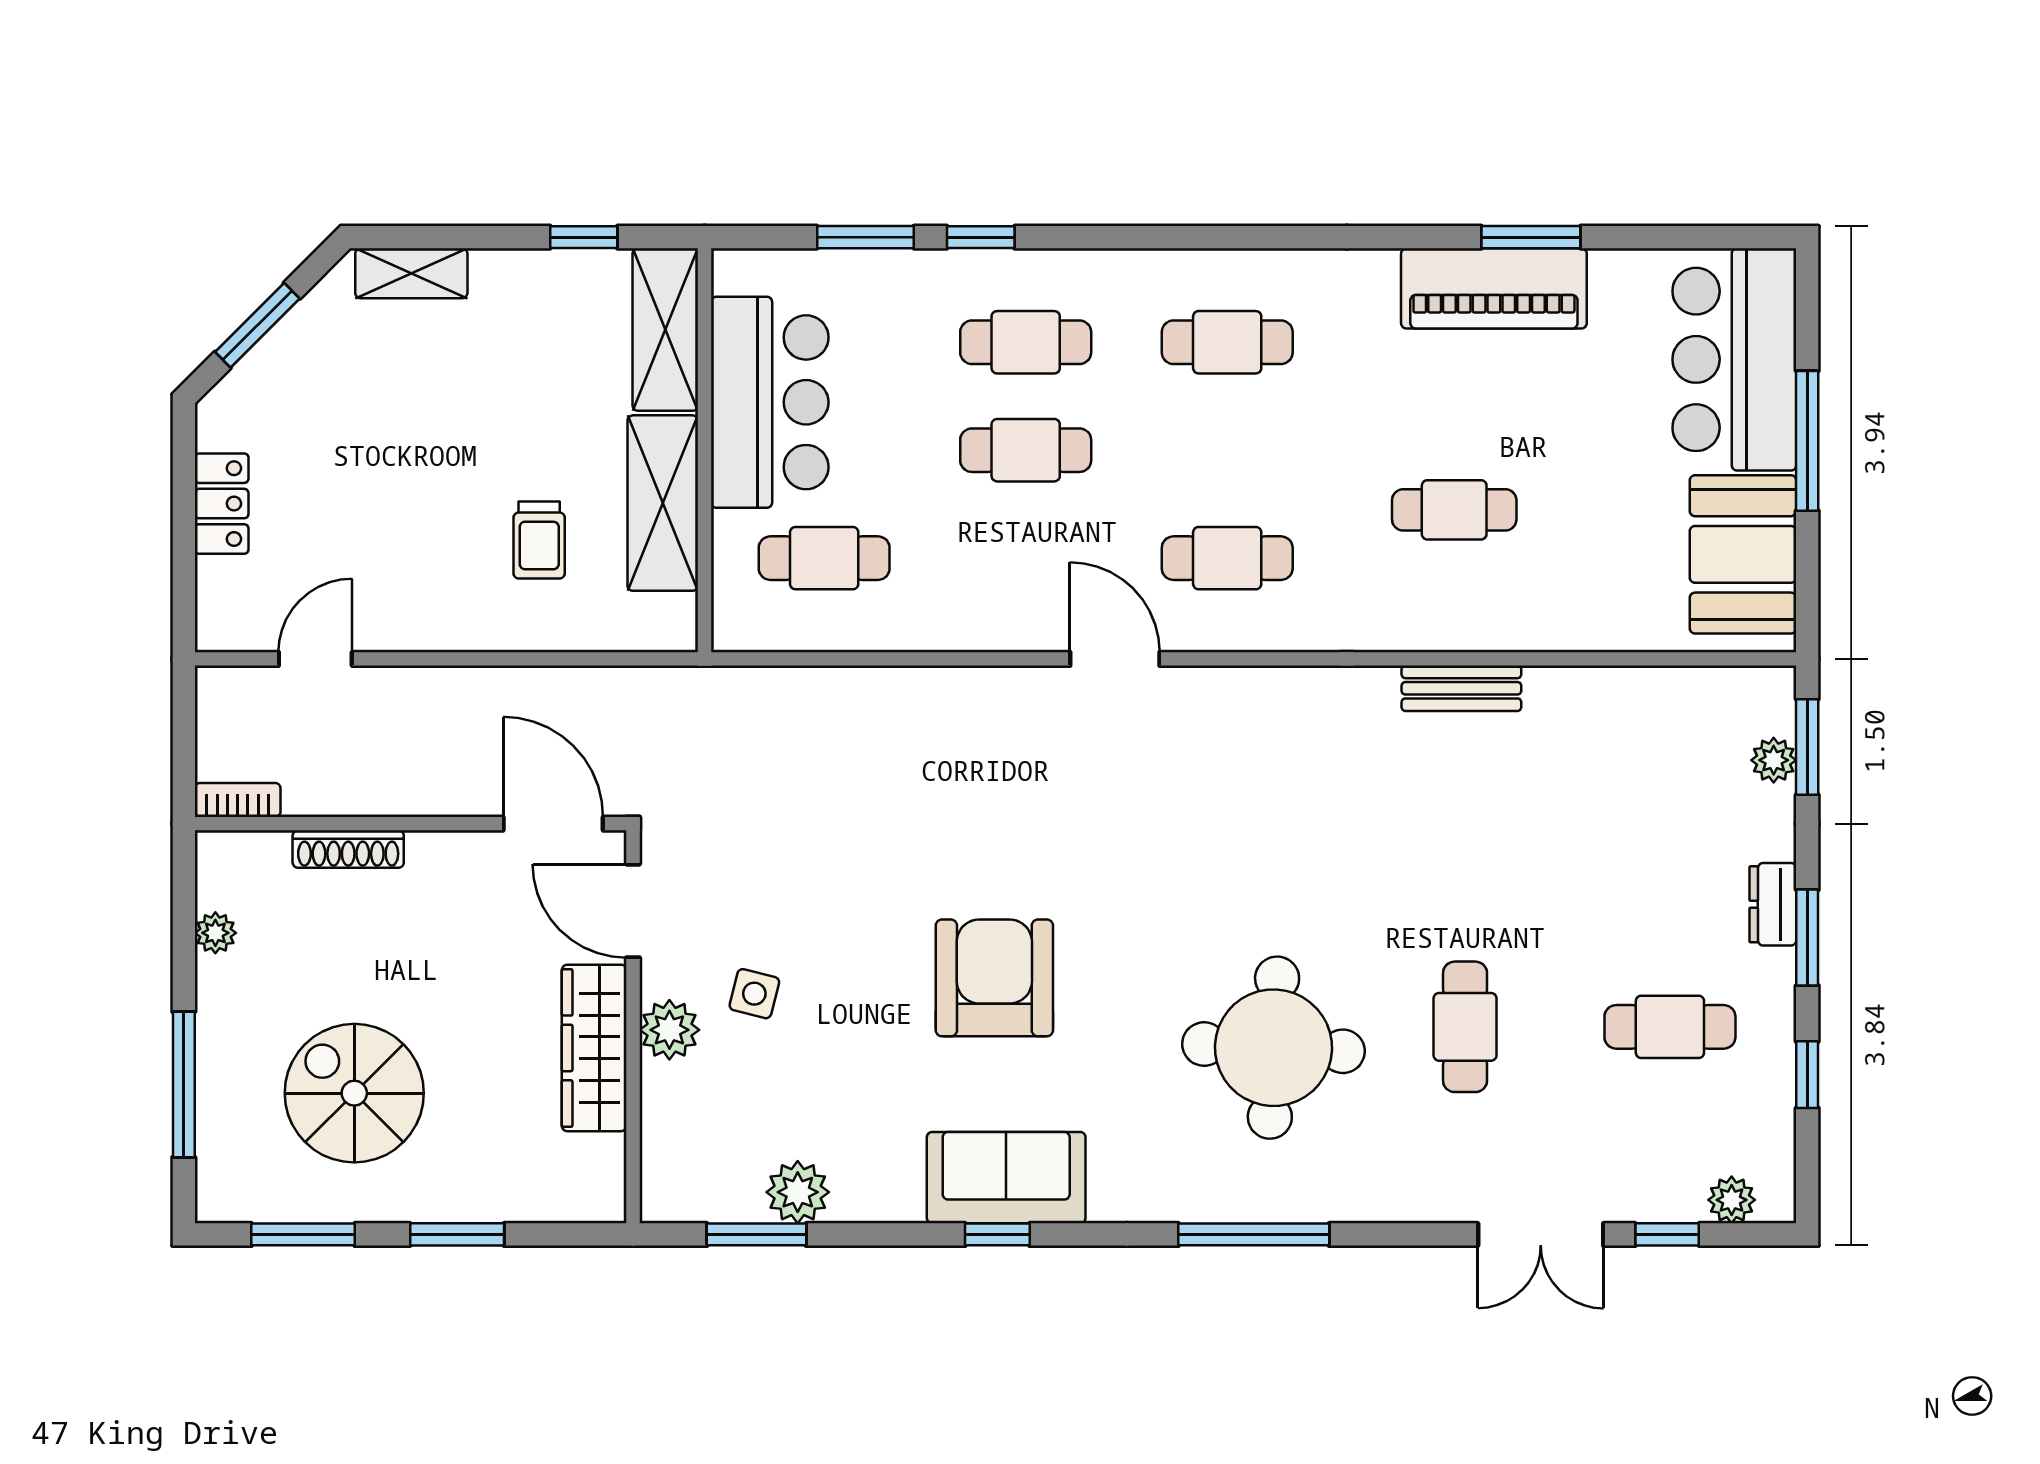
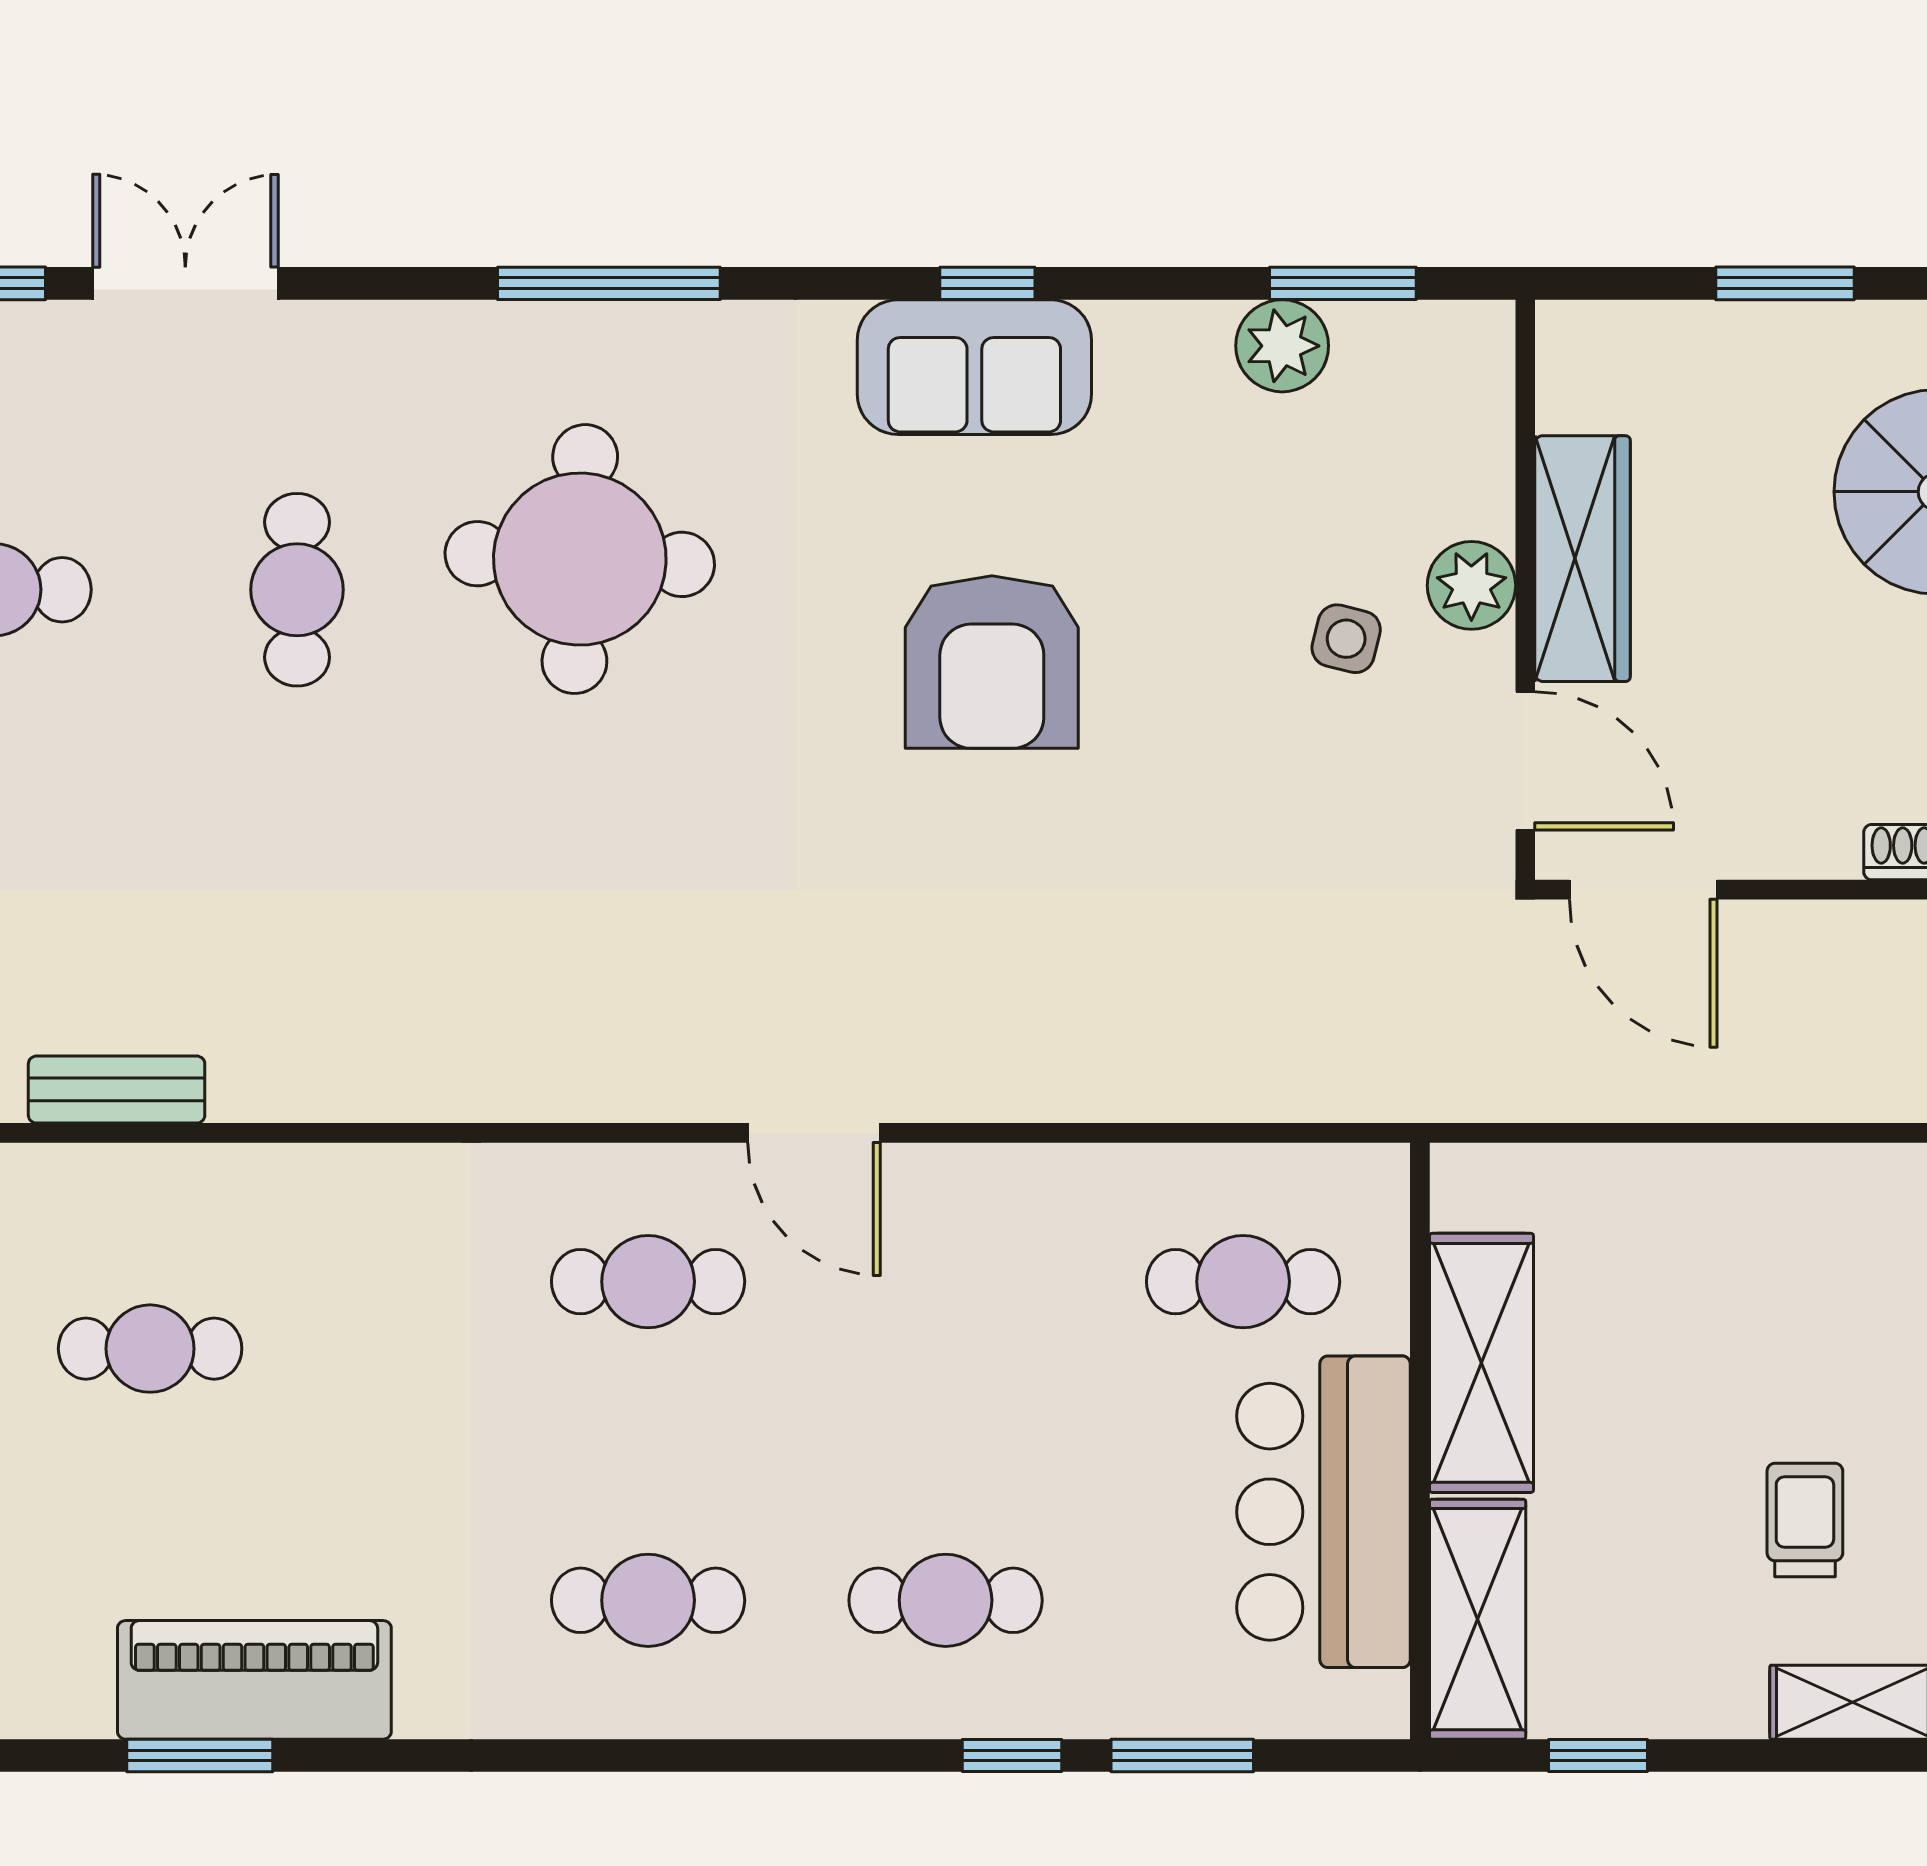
cafe table: (1026, 450) -> (946, 1441), removed
cafe table: (1454, 510) -> (150, 1349), moved
trolley: (539, 540) -> (1805, 1520), moved
bench: (1461, 688) -> (117, 1090), moved

